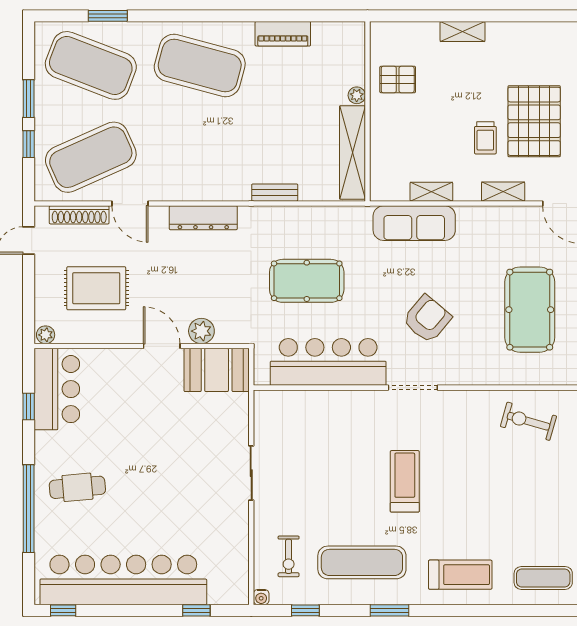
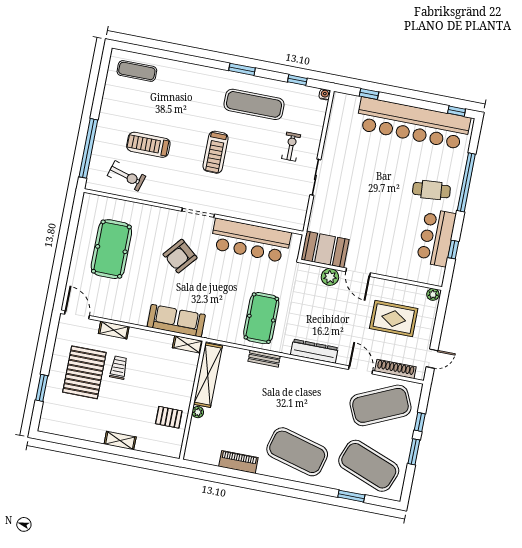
shelving: (431, 192) -> (188, 344), moved
pool table: (307, 281) -> (261, 318), moved, turned 90
bar counter: (57, 389) -> (436, 238), moved
exercise bike: (289, 556) -> (291, 147), moved
treadmill: (460, 575) -> (148, 145), moved

